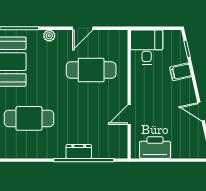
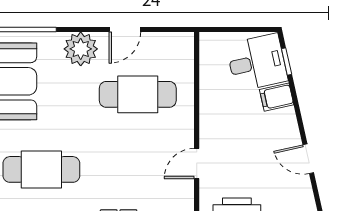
plant: (49, 36) -> (81, 49), width x1.88, depth x1.88
desk: (147, 47) -> (257, 63), moved, turned 77

